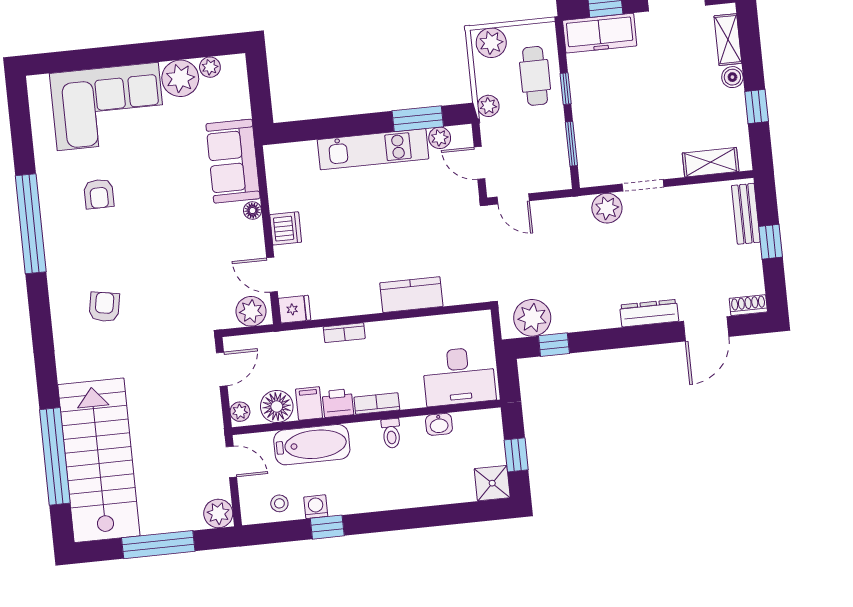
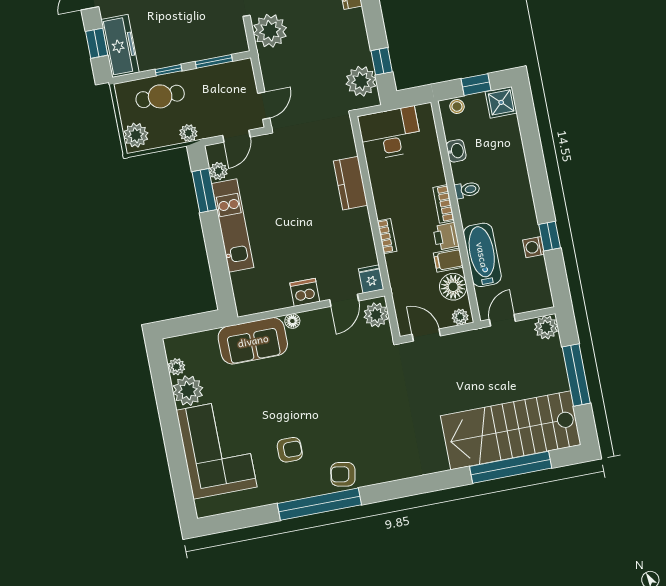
plant: (607, 208) -> (270, 31), width x1.36, depth x1.36
armchair: (104, 307) -> (343, 474), moved
desk: (459, 376) -> (390, 133), moved, turned -90
stool: (279, 503) -> (457, 106), moved

